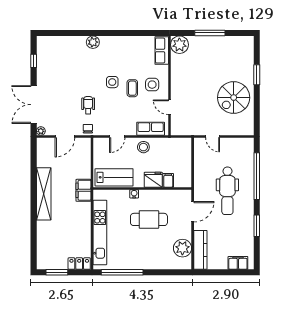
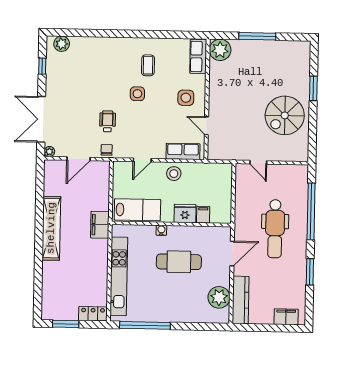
plant: (93, 42) -> (62, 44), moved
coffee table: (132, 88) -> (148, 65), moved

